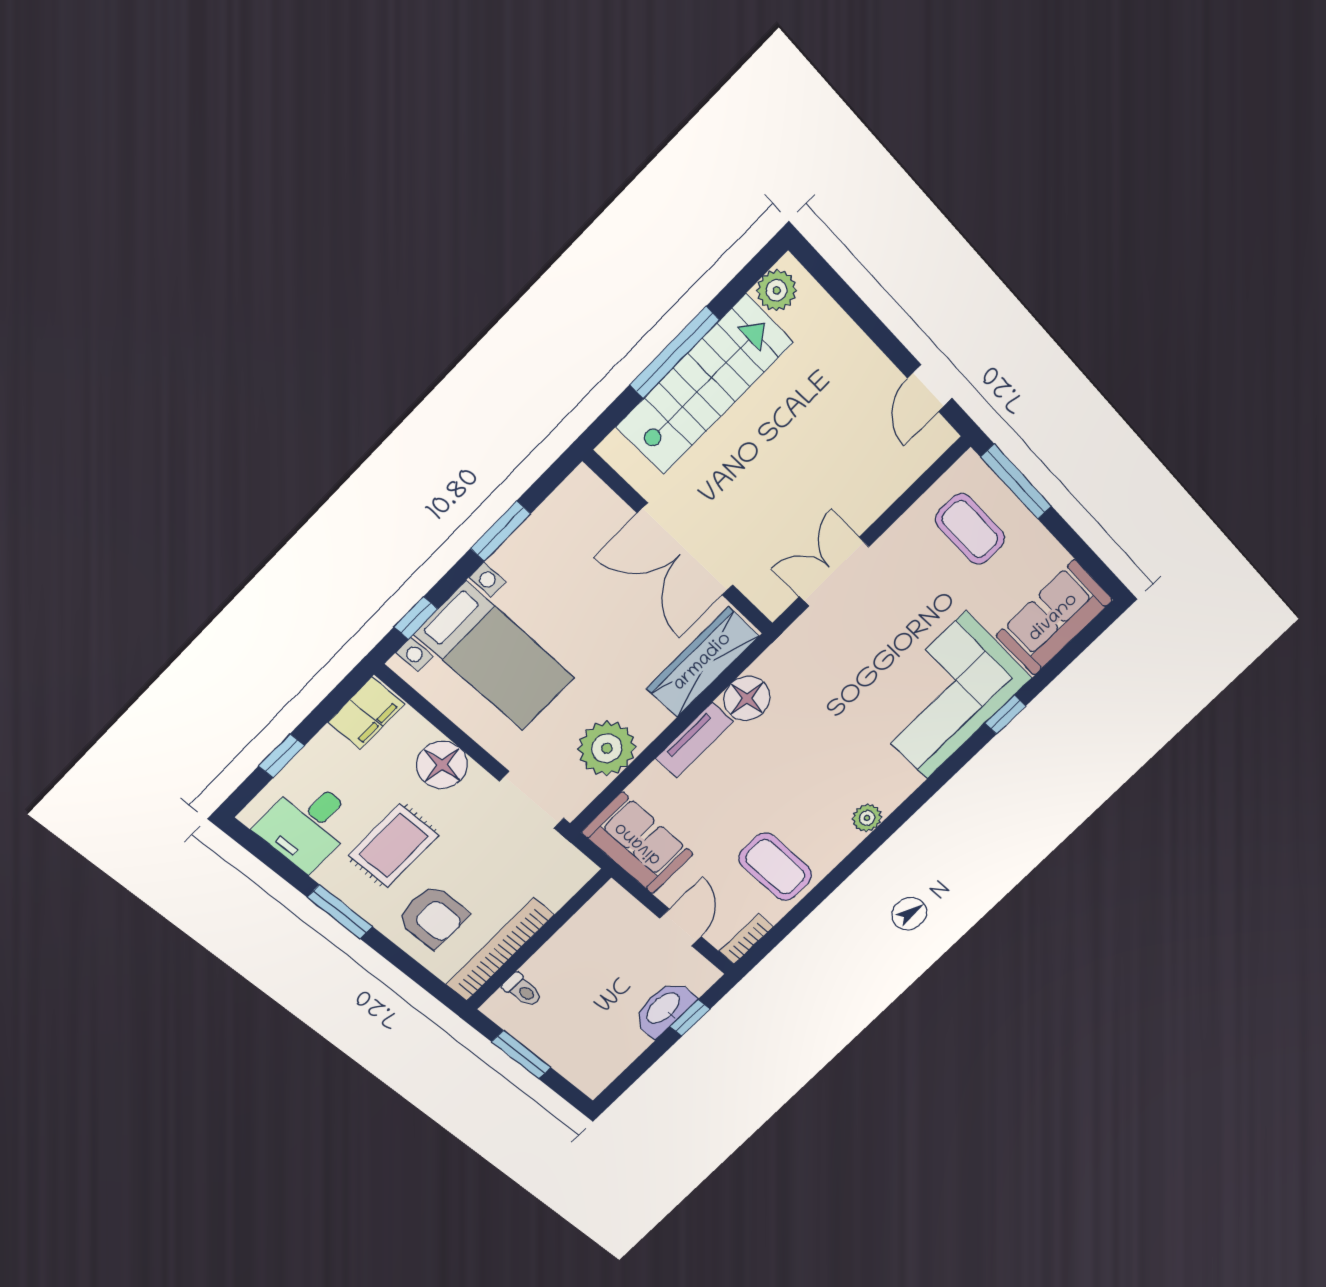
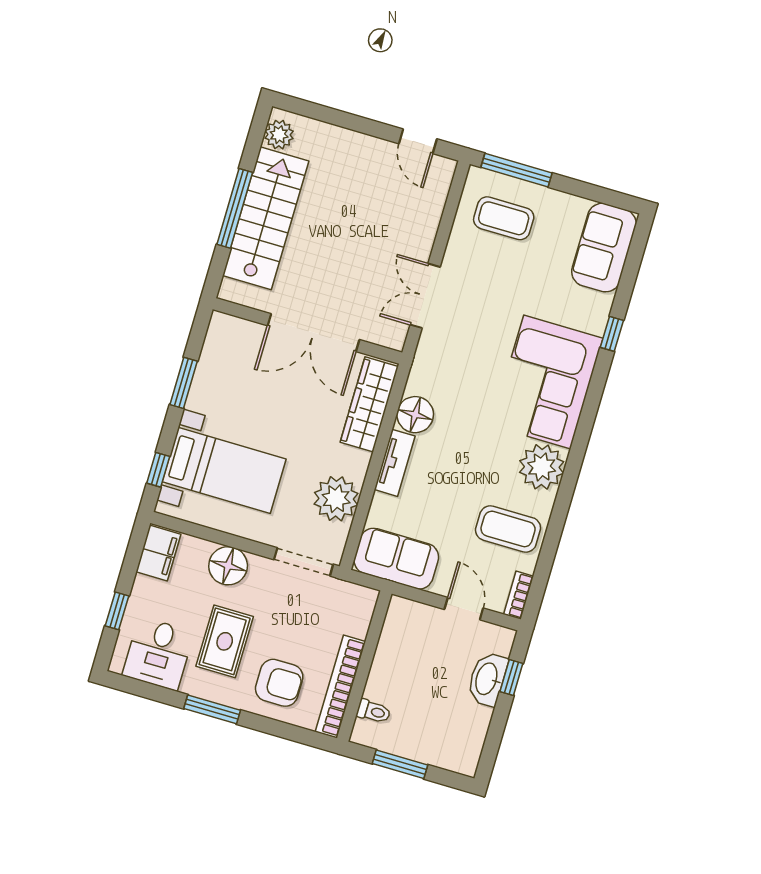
corner sofa: (946, 696) -> (547, 382), moved
plant: (867, 818) -> (542, 467), width x1.88, depth x1.88

